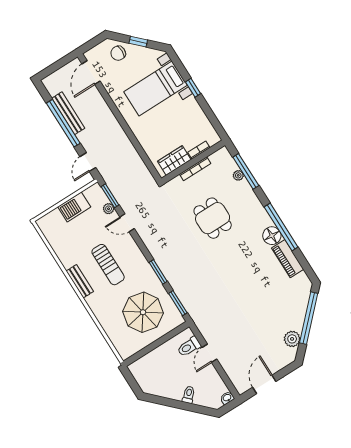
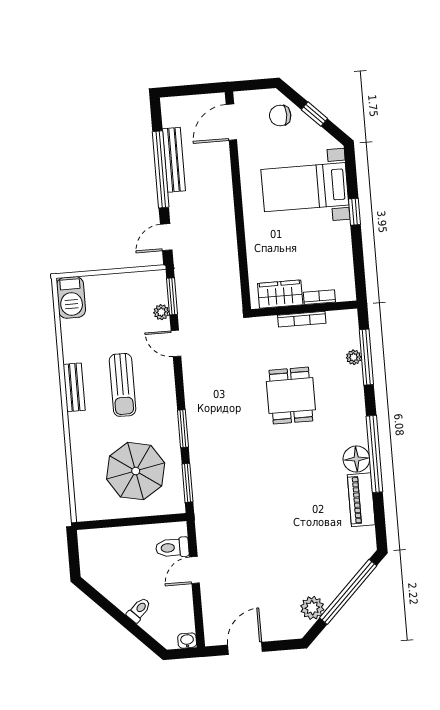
barbecue: (74, 207) -> (71, 297), moved, turned -90

